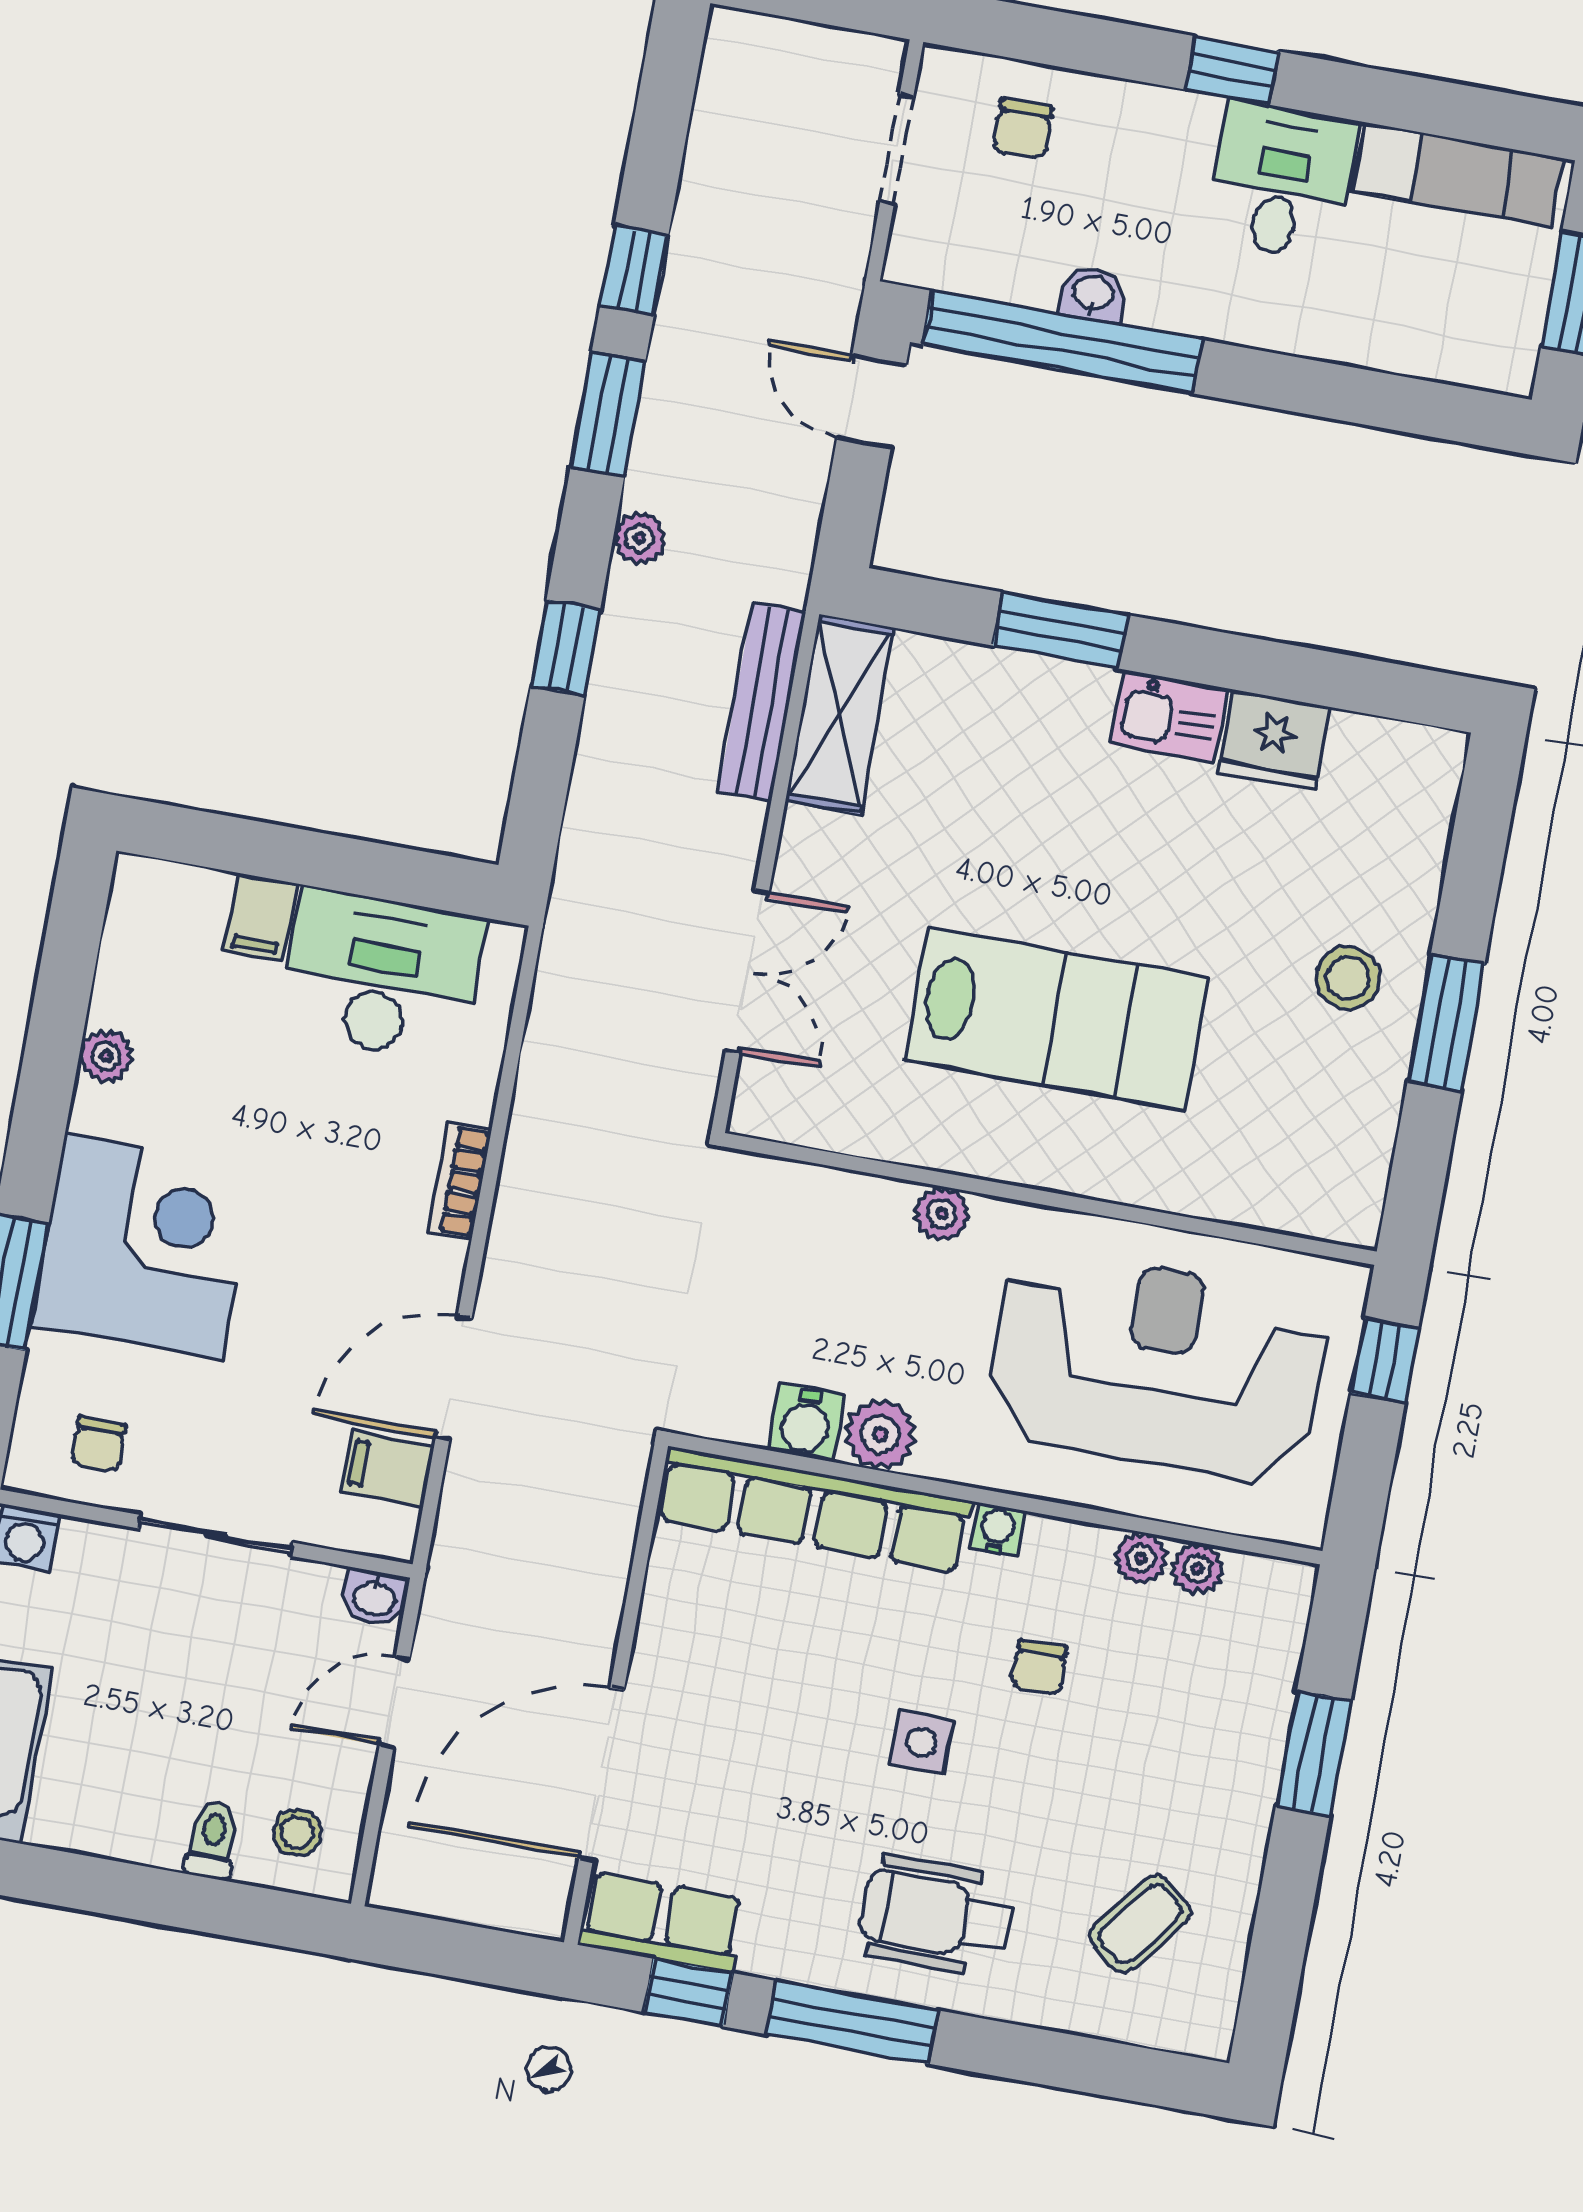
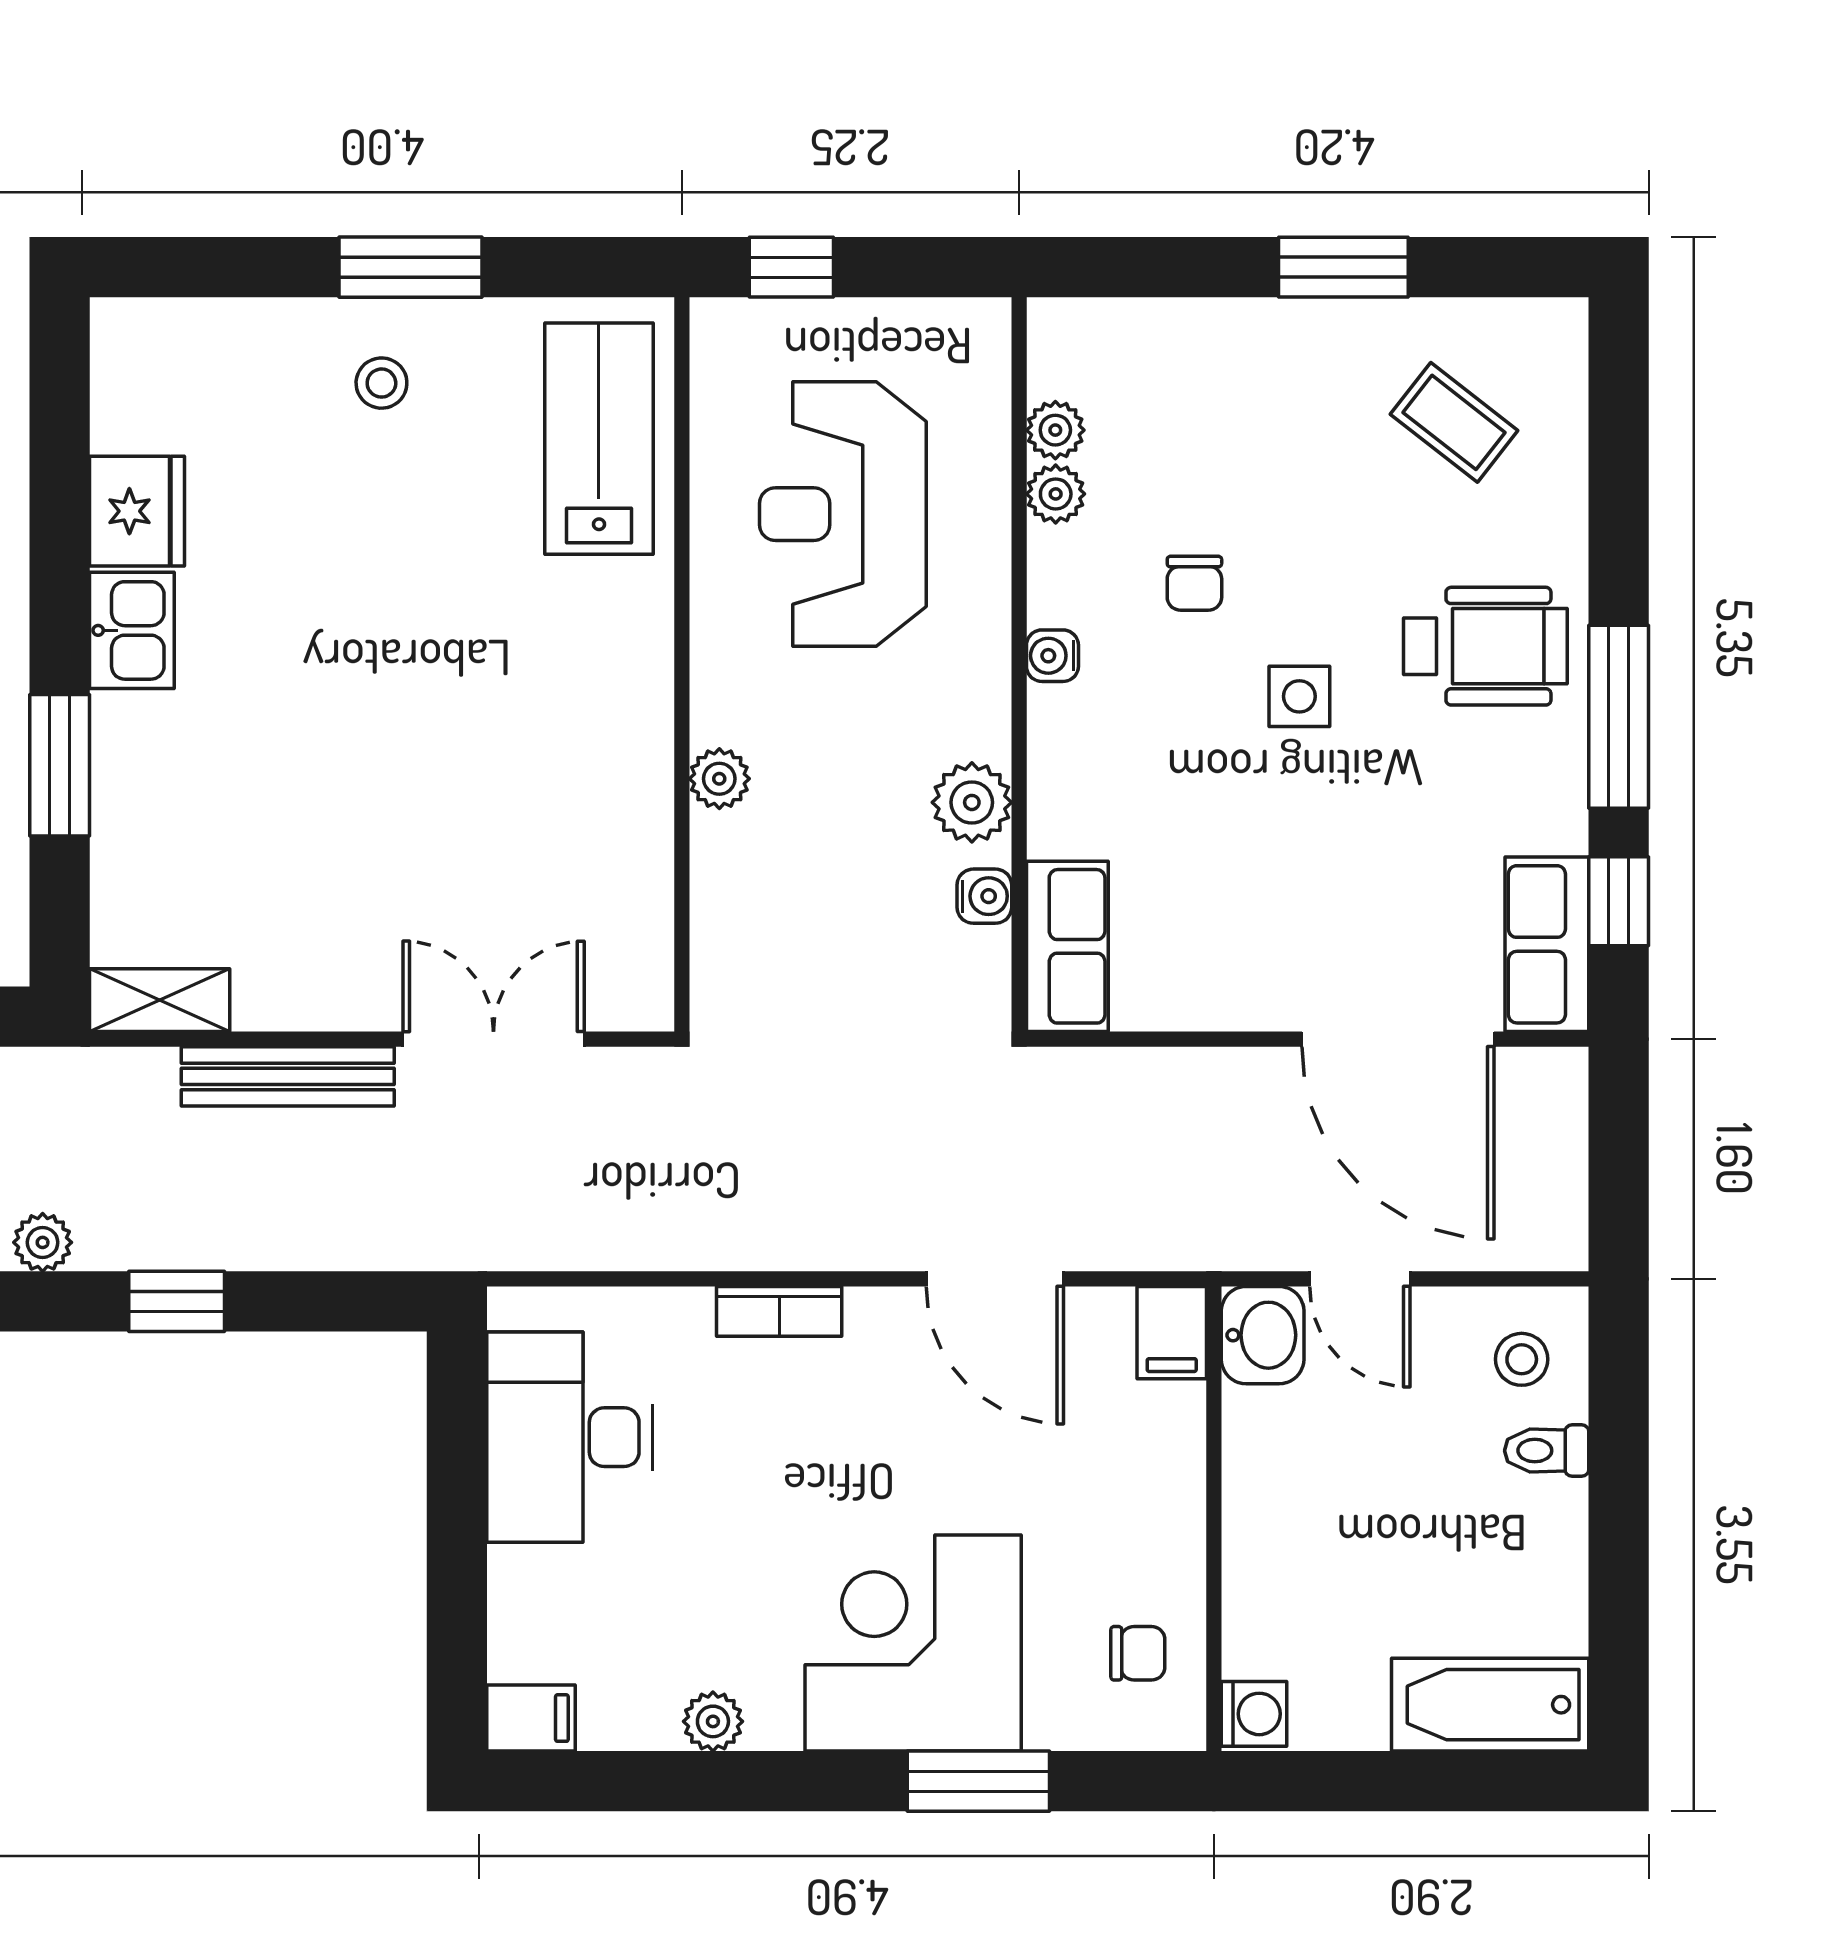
bench: (762, 702) -> (288, 1076), moved
shelving: (840, 714) -> (160, 1000), width x0.67, depth x0.75
filing cabinet: (260, 917) -> (531, 1718), moved
stool: (1348, 978) -> (381, 383), width x0.73, depth x0.73
lab bench: (1056, 1019) -> (599, 439), moved, width x0.73, depth x0.72
reception desk: (1157, 1366) -> (843, 514), width x0.74, depth x0.77
water cooler: (806, 1423) -> (984, 896), width x0.72, depth x0.72
filing cabinet: (388, 1468) -> (1172, 1333), moved
row of seats: (814, 1510) -> (1067, 946), width x0.50
sliding door: (216, 1536) -> (1214, 1507), removed
washbasin: (374, 1597) -> (1263, 1335), width x1.38, depth x1.45
chair: (1039, 1667) -> (1194, 583), turned 90
window: (1313, 1753) -> (1343, 267), moved
wheelchair: (936, 1915) -> (1485, 646), turned -90

